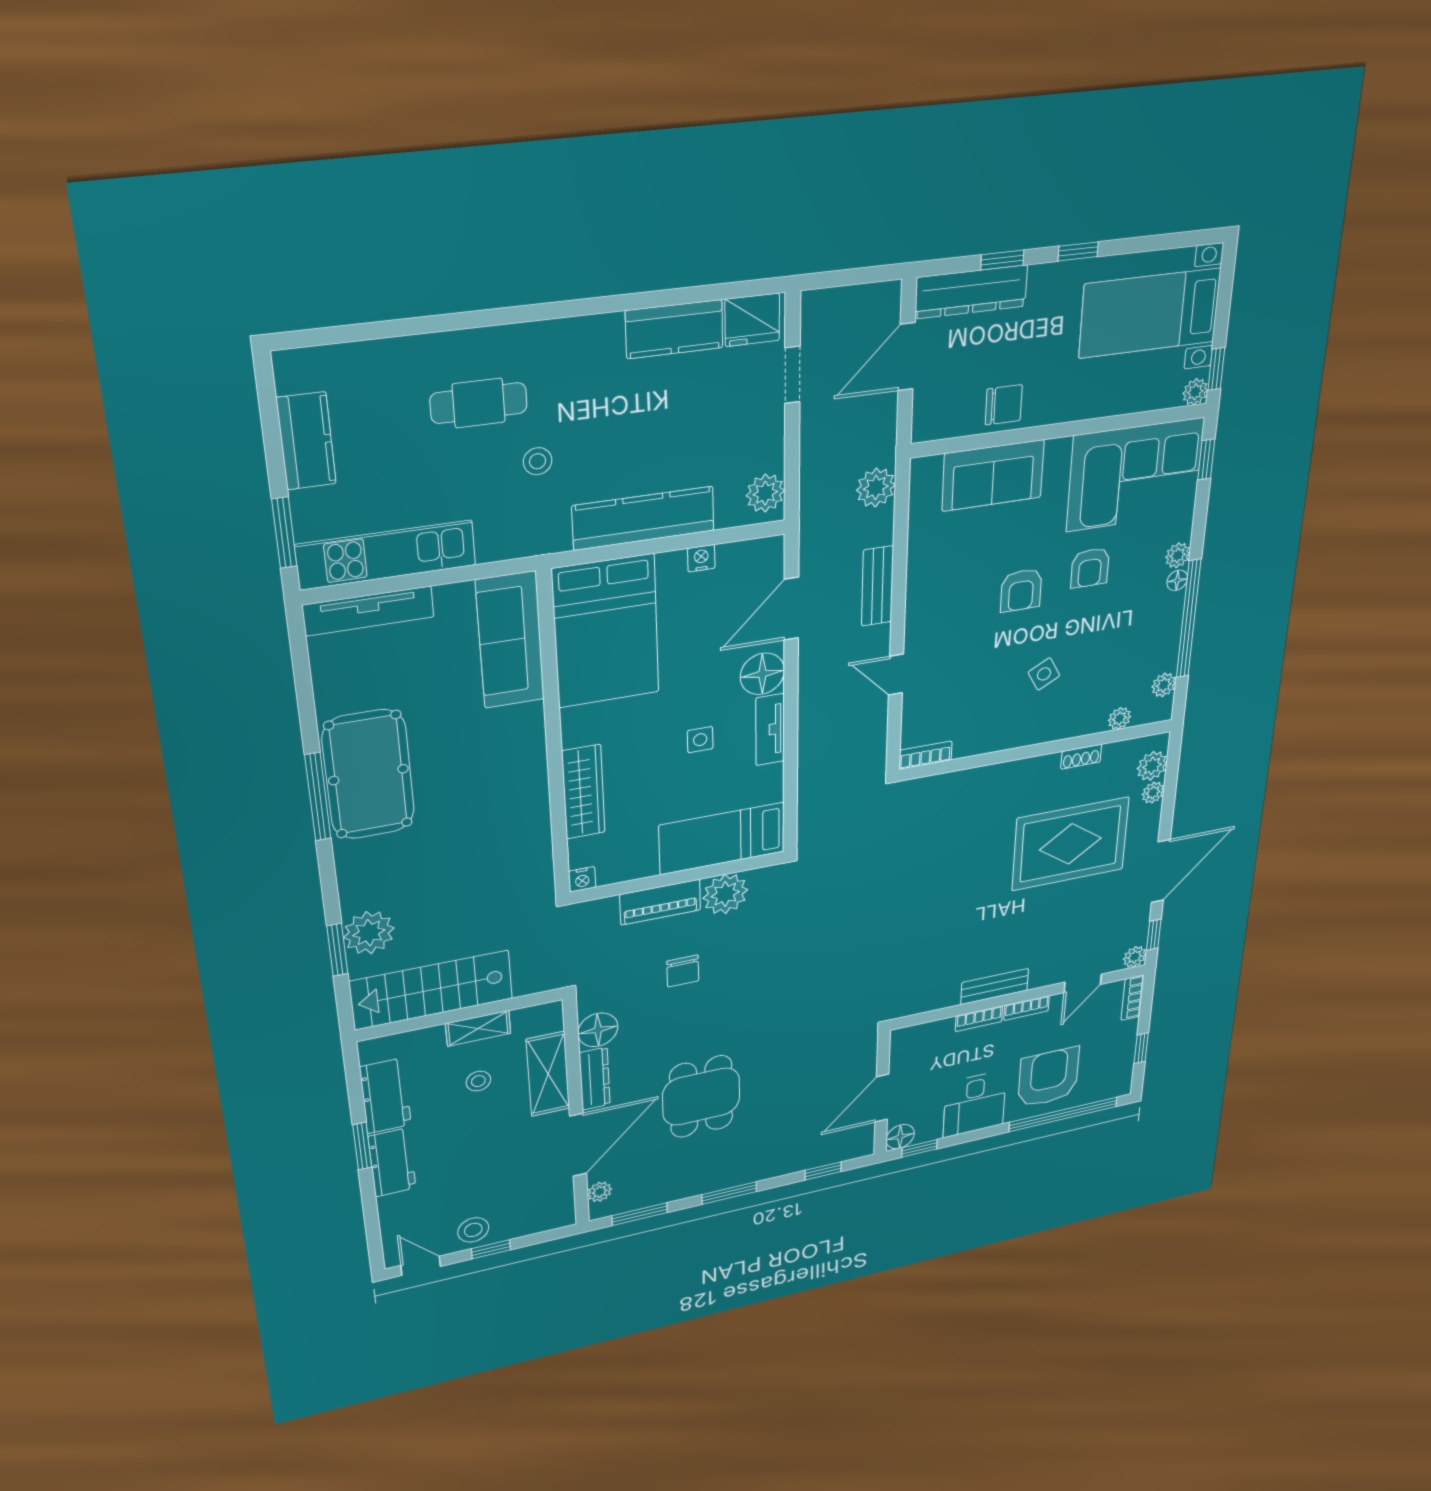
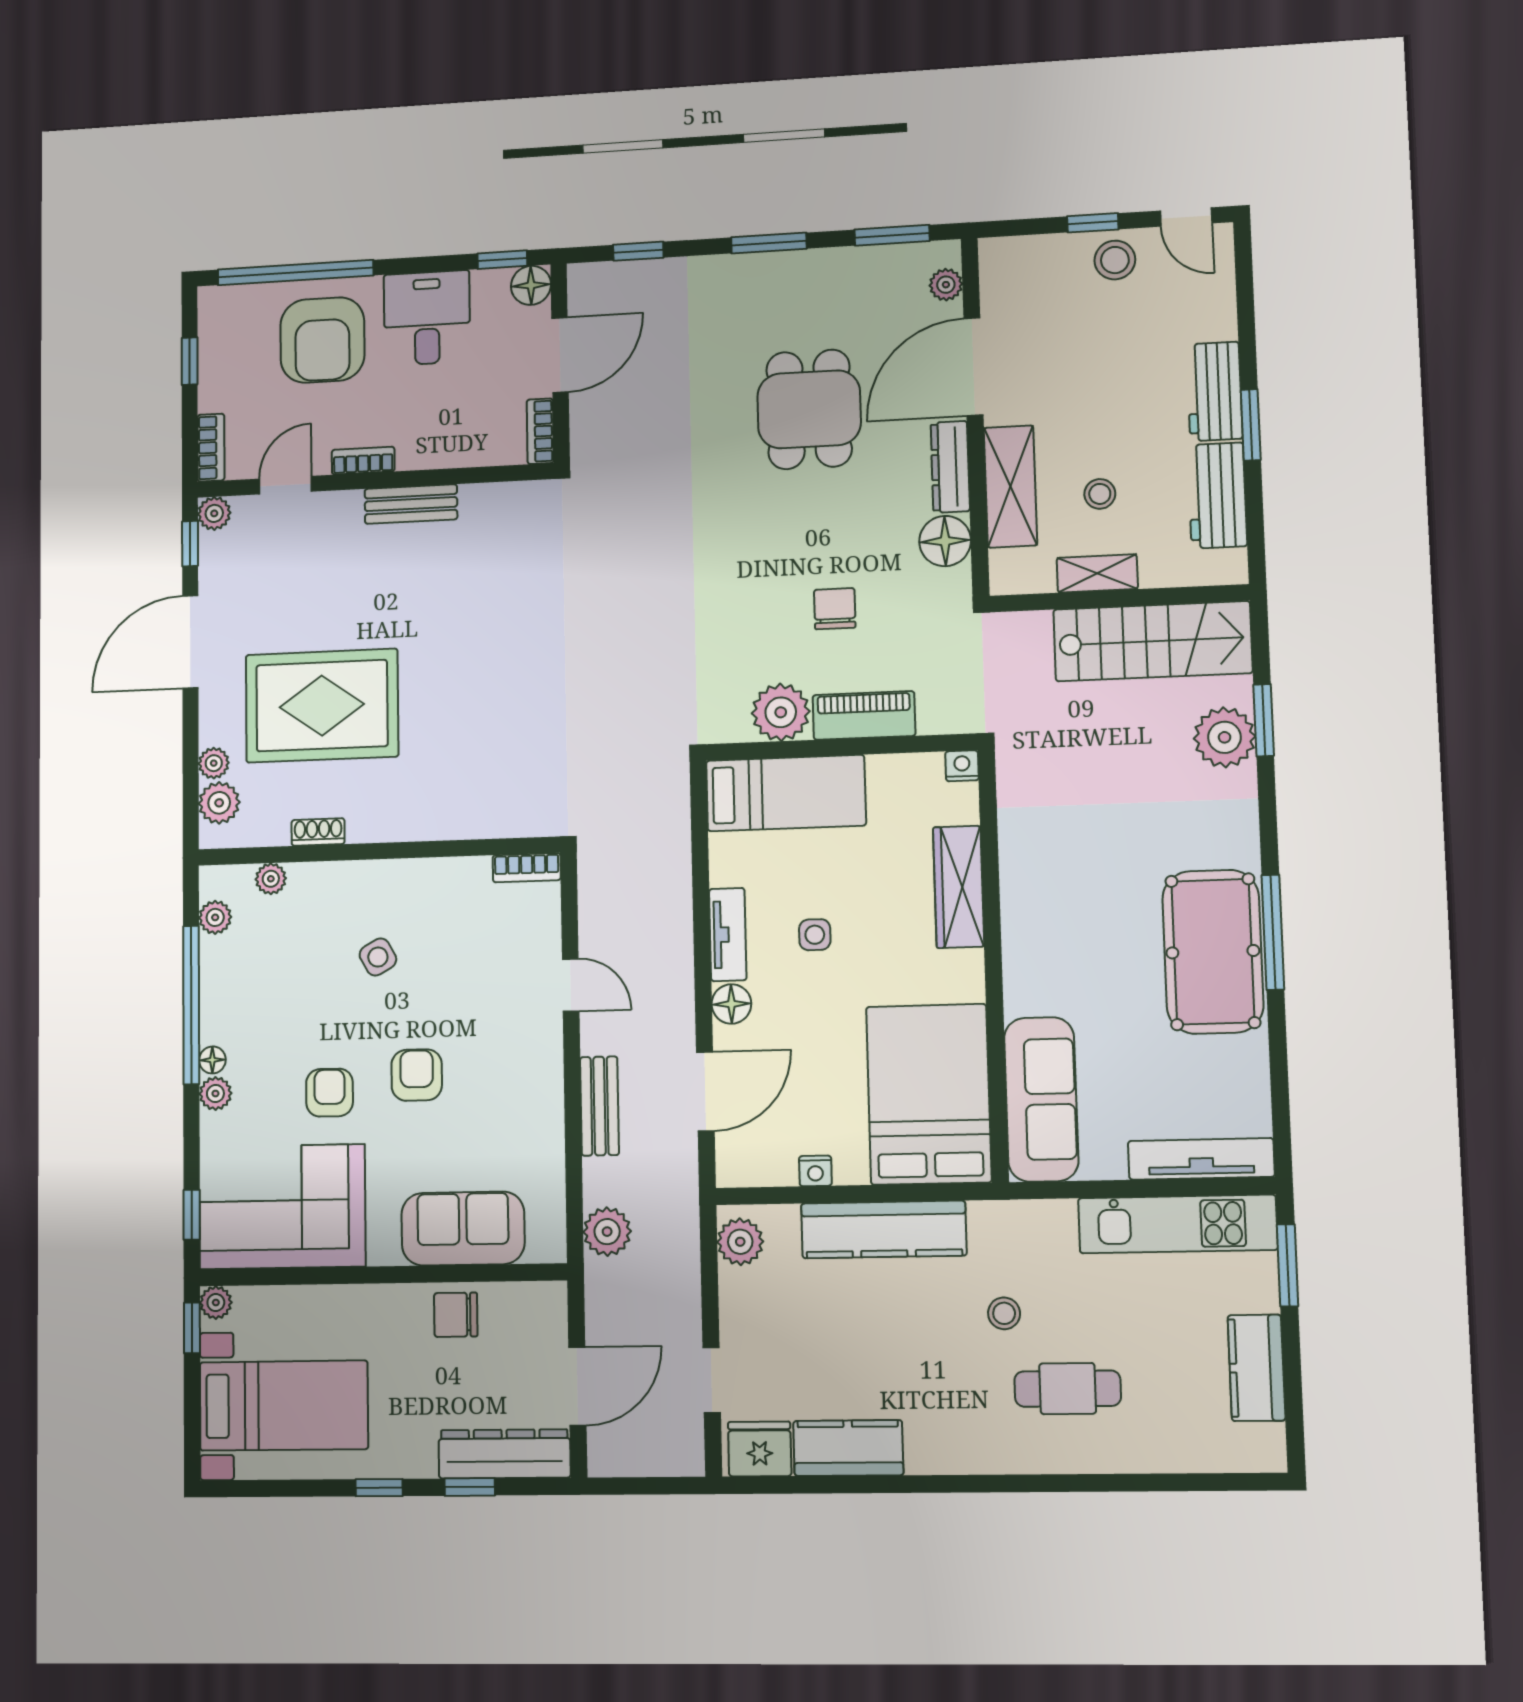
floor lamp: (762, 674) -> (731, 1004), width x0.73, depth x0.73
bookcase: (979, 1019) -> (540, 431), moved, turned -90

